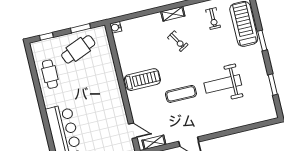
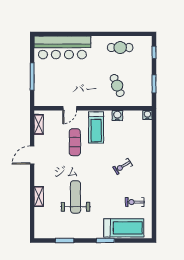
shelving: (173, 14) -> (39, 196), moved
cafe table: (78, 49) -> (117, 86), moved, width x0.73, depth x0.74
water cooler: (124, 60) -> (117, 116), added
exercise mat: (181, 94) -> (75, 142), moved
door: (133, 131) -> (70, 108), moved

